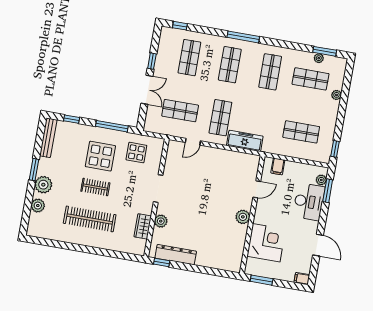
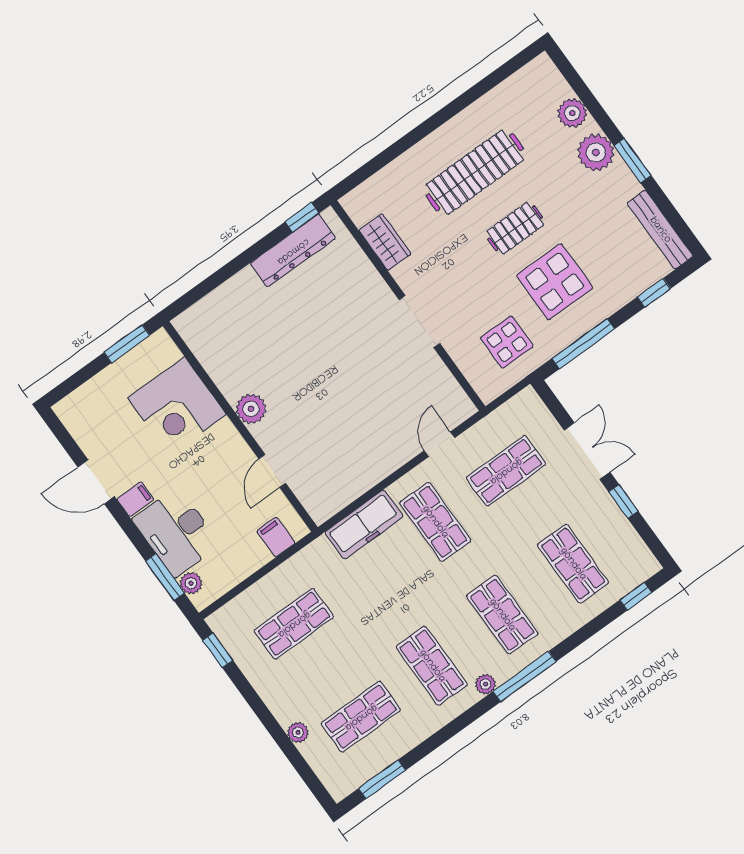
plant: (319, 58) -> (486, 684), moved
double door: (147, 90) -> (587, 451), swing flipped
plant: (161, 221) -> (366, 278), removed
filing cabinet: (302, 279) -> (135, 499), moved

